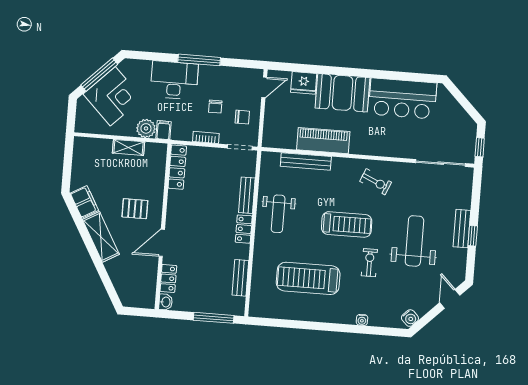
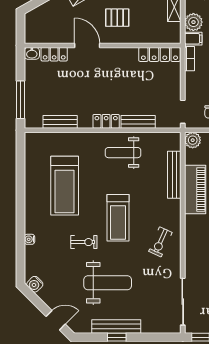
bookcase: (206, 137) -> (189, 59), moved
plant: (271, 139) -> (193, 140), added
pallet: (135, 209) -> (117, 18), turned 90
bench: (462, 229) -> (116, 326), width x1.36
treadmill: (308, 278) -> (65, 186), turned 180

